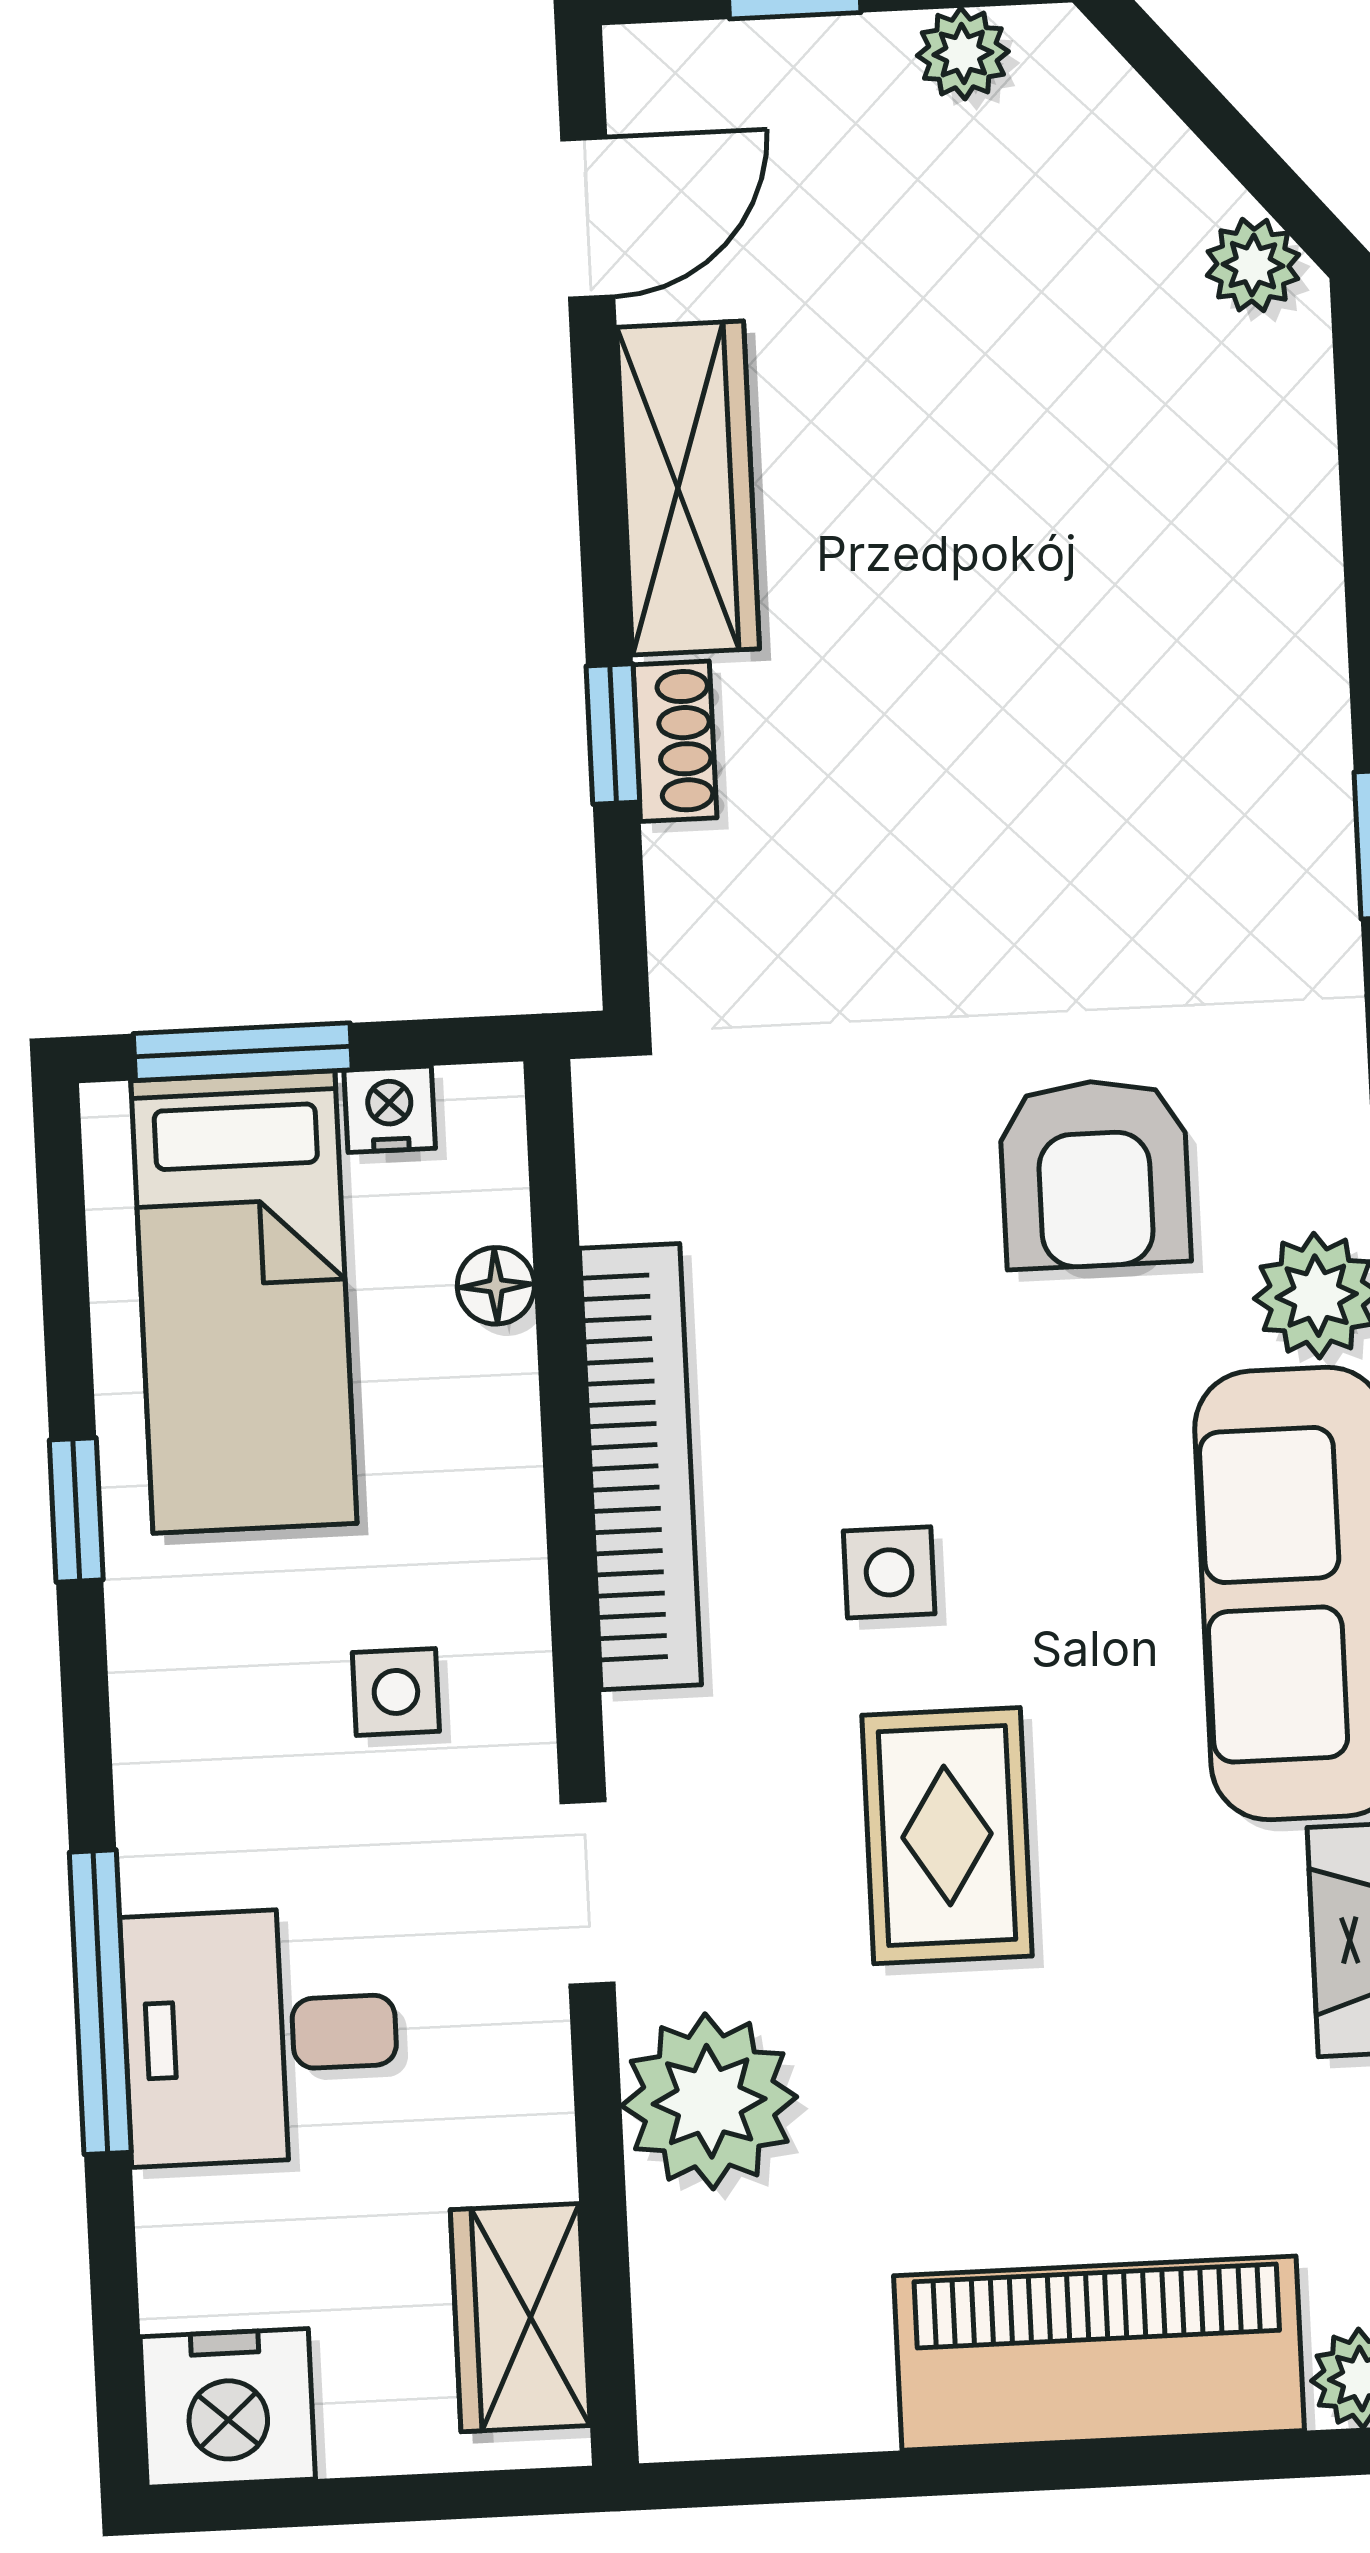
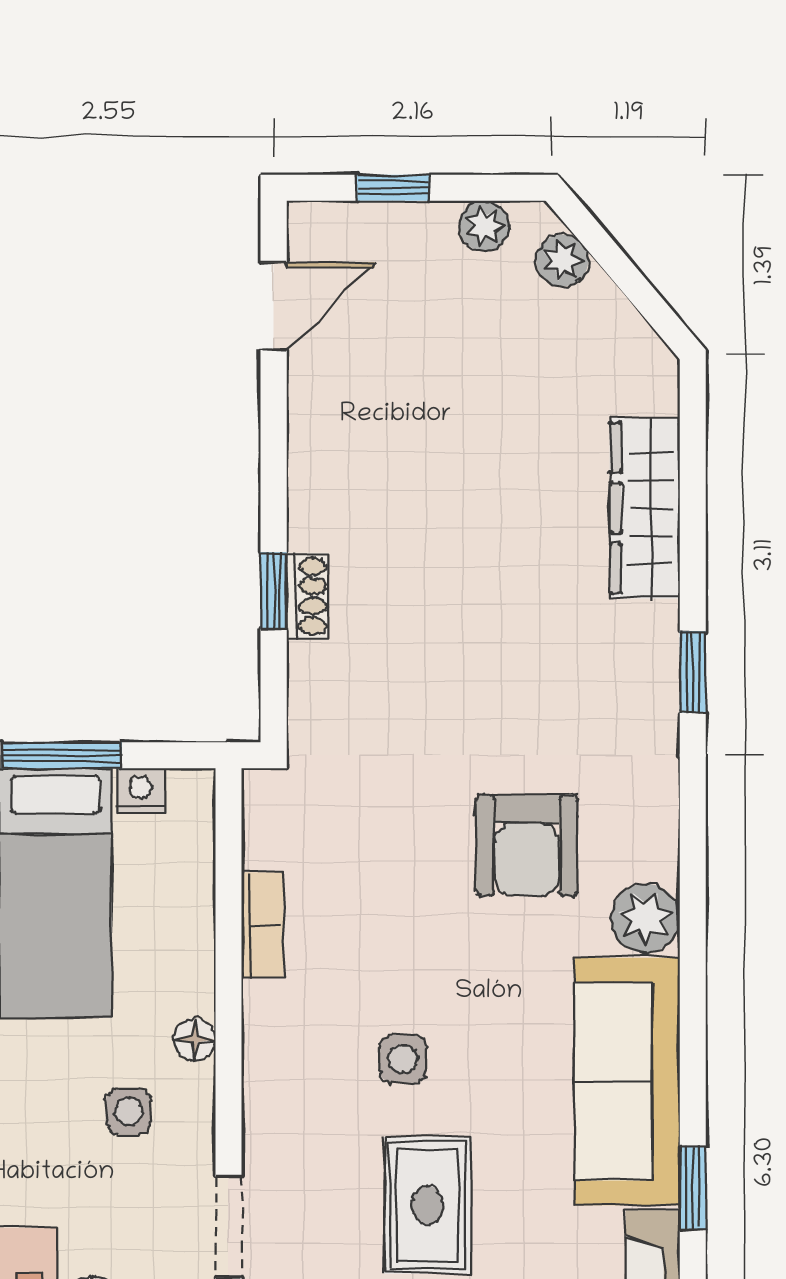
plant: (1253, 265) -> (562, 260), moved
wardrobe: (688, 488) -> (645, 508), moved, turned 180
floor lamp: (496, 1286) -> (194, 1039), moved
bookcase: (640, 1467) -> (262, 925), width x0.43, depth x0.76

